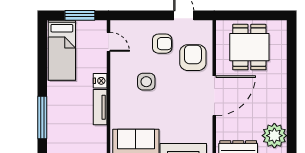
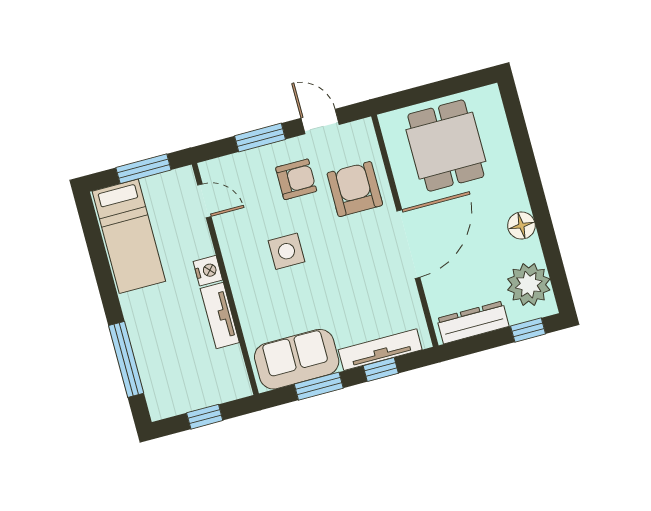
window: (148, 15) -> (260, 138), added
floor lamp: (279, 102) -> (521, 226), added

